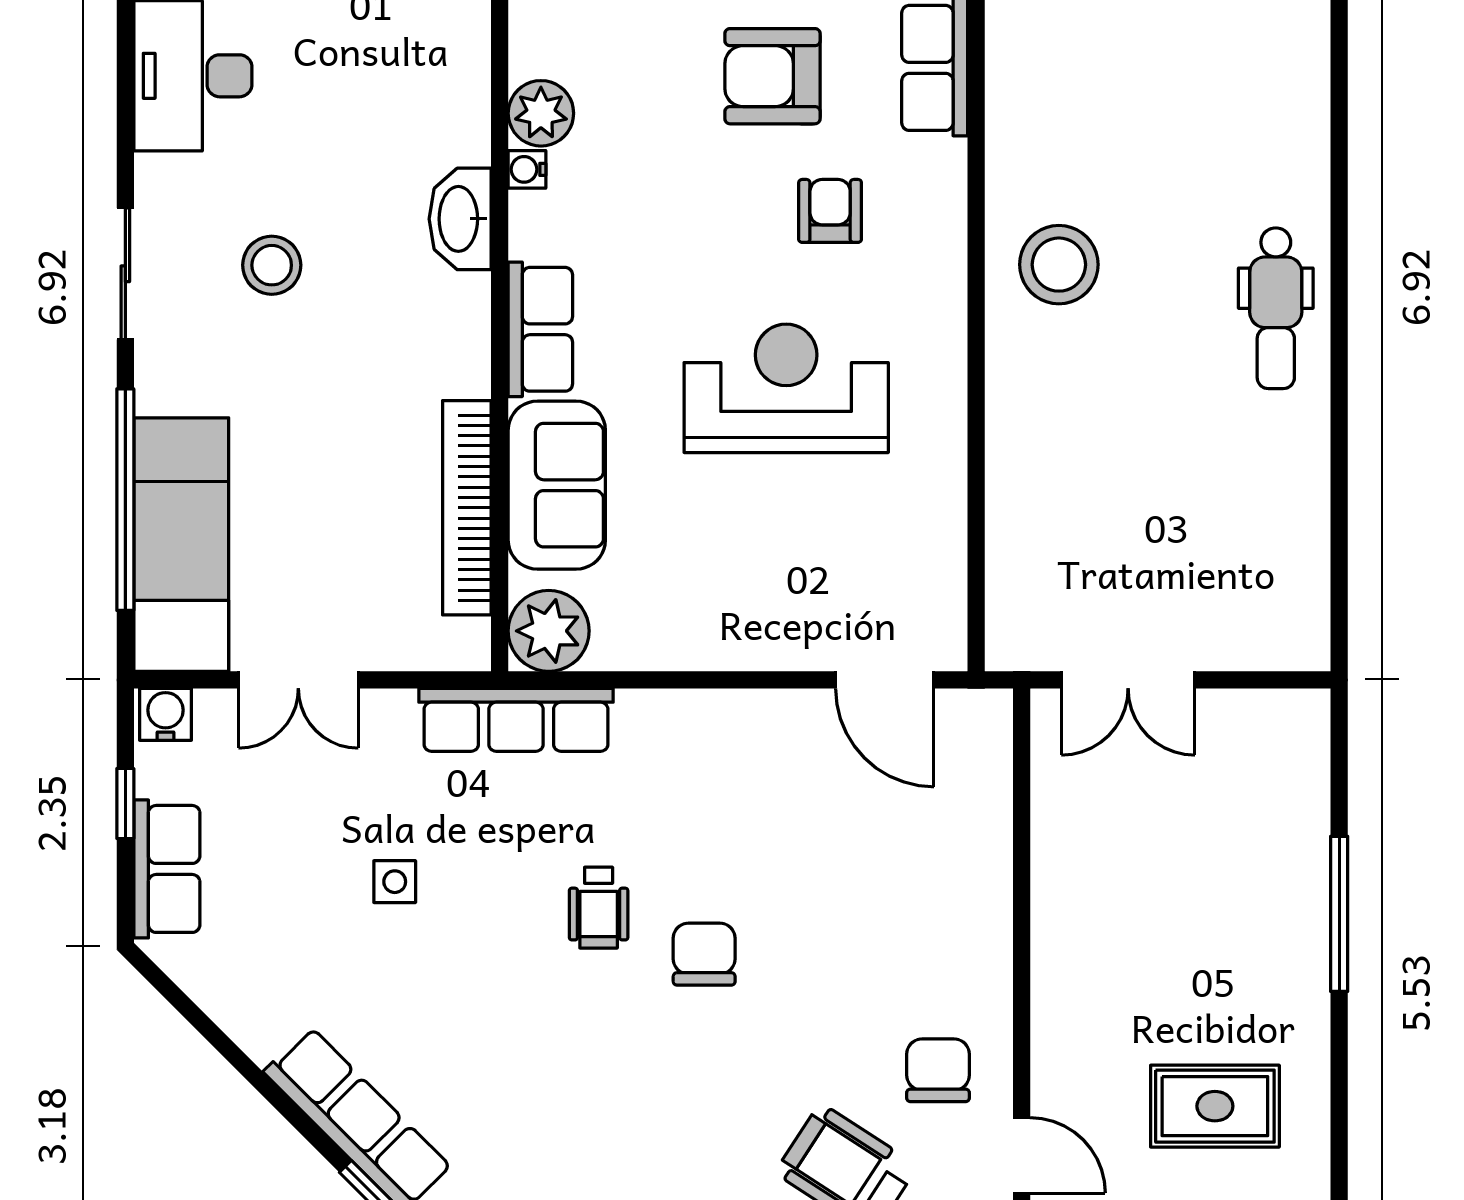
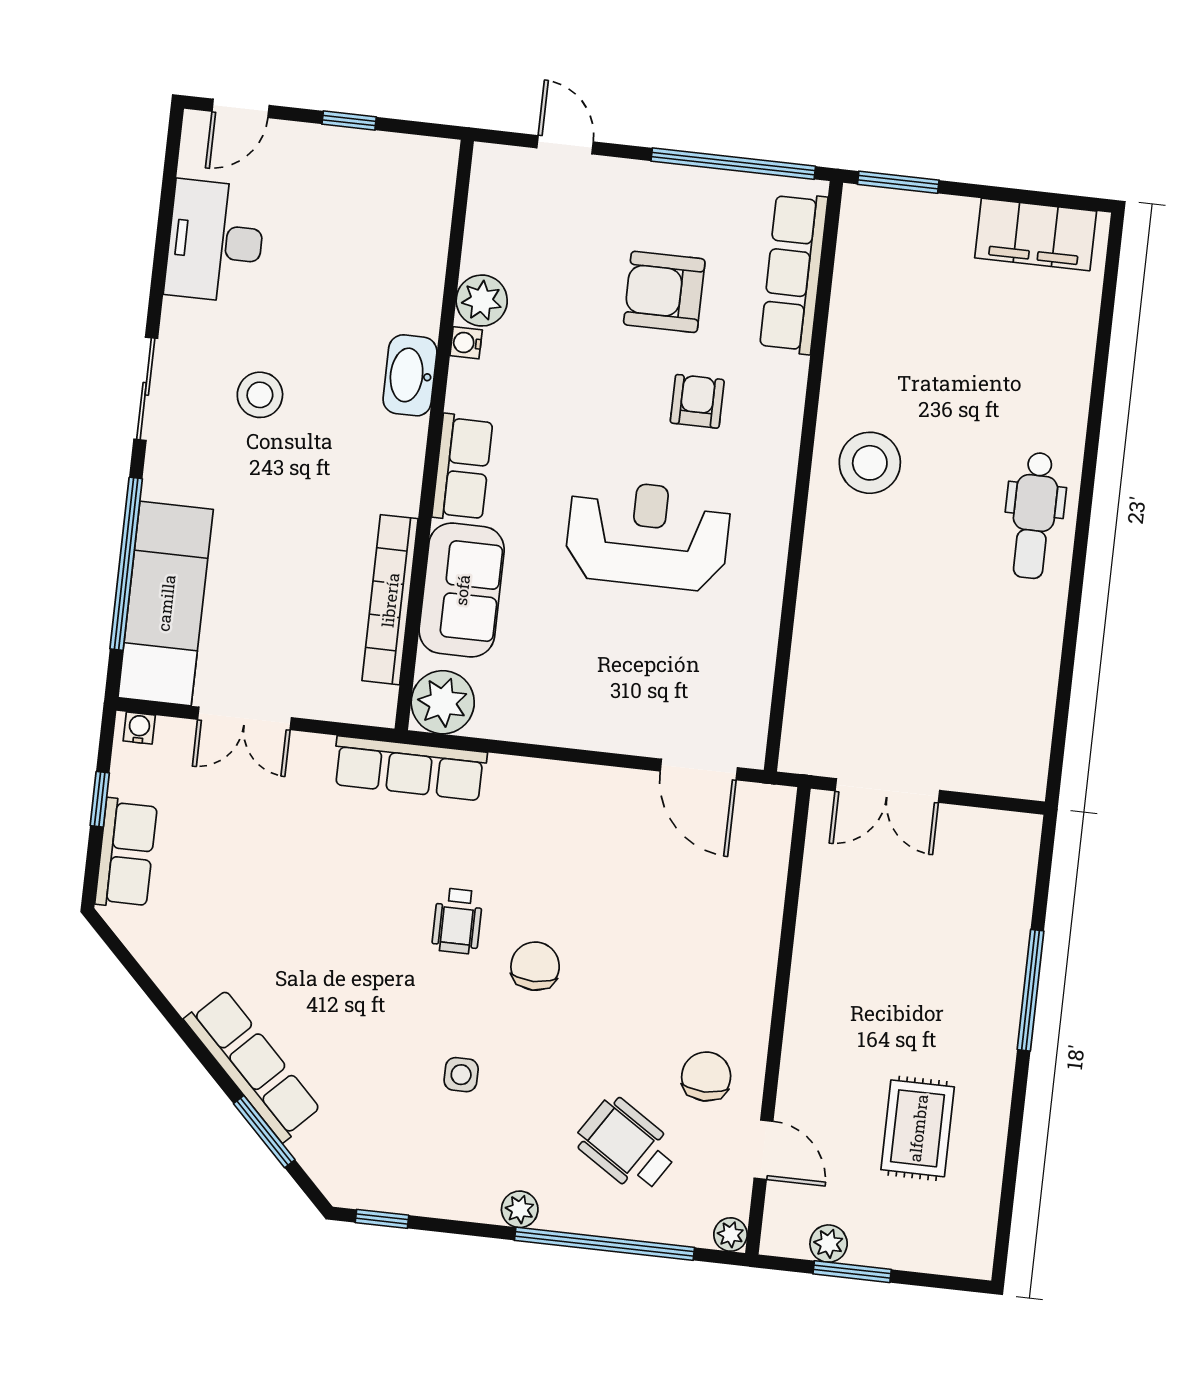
water cooler: (166, 714) -> (139, 728), width x0.72, depth x0.72
side table: (395, 882) -> (461, 1075), moved
rug: (1215, 1106) -> (918, 1128), turned 90

